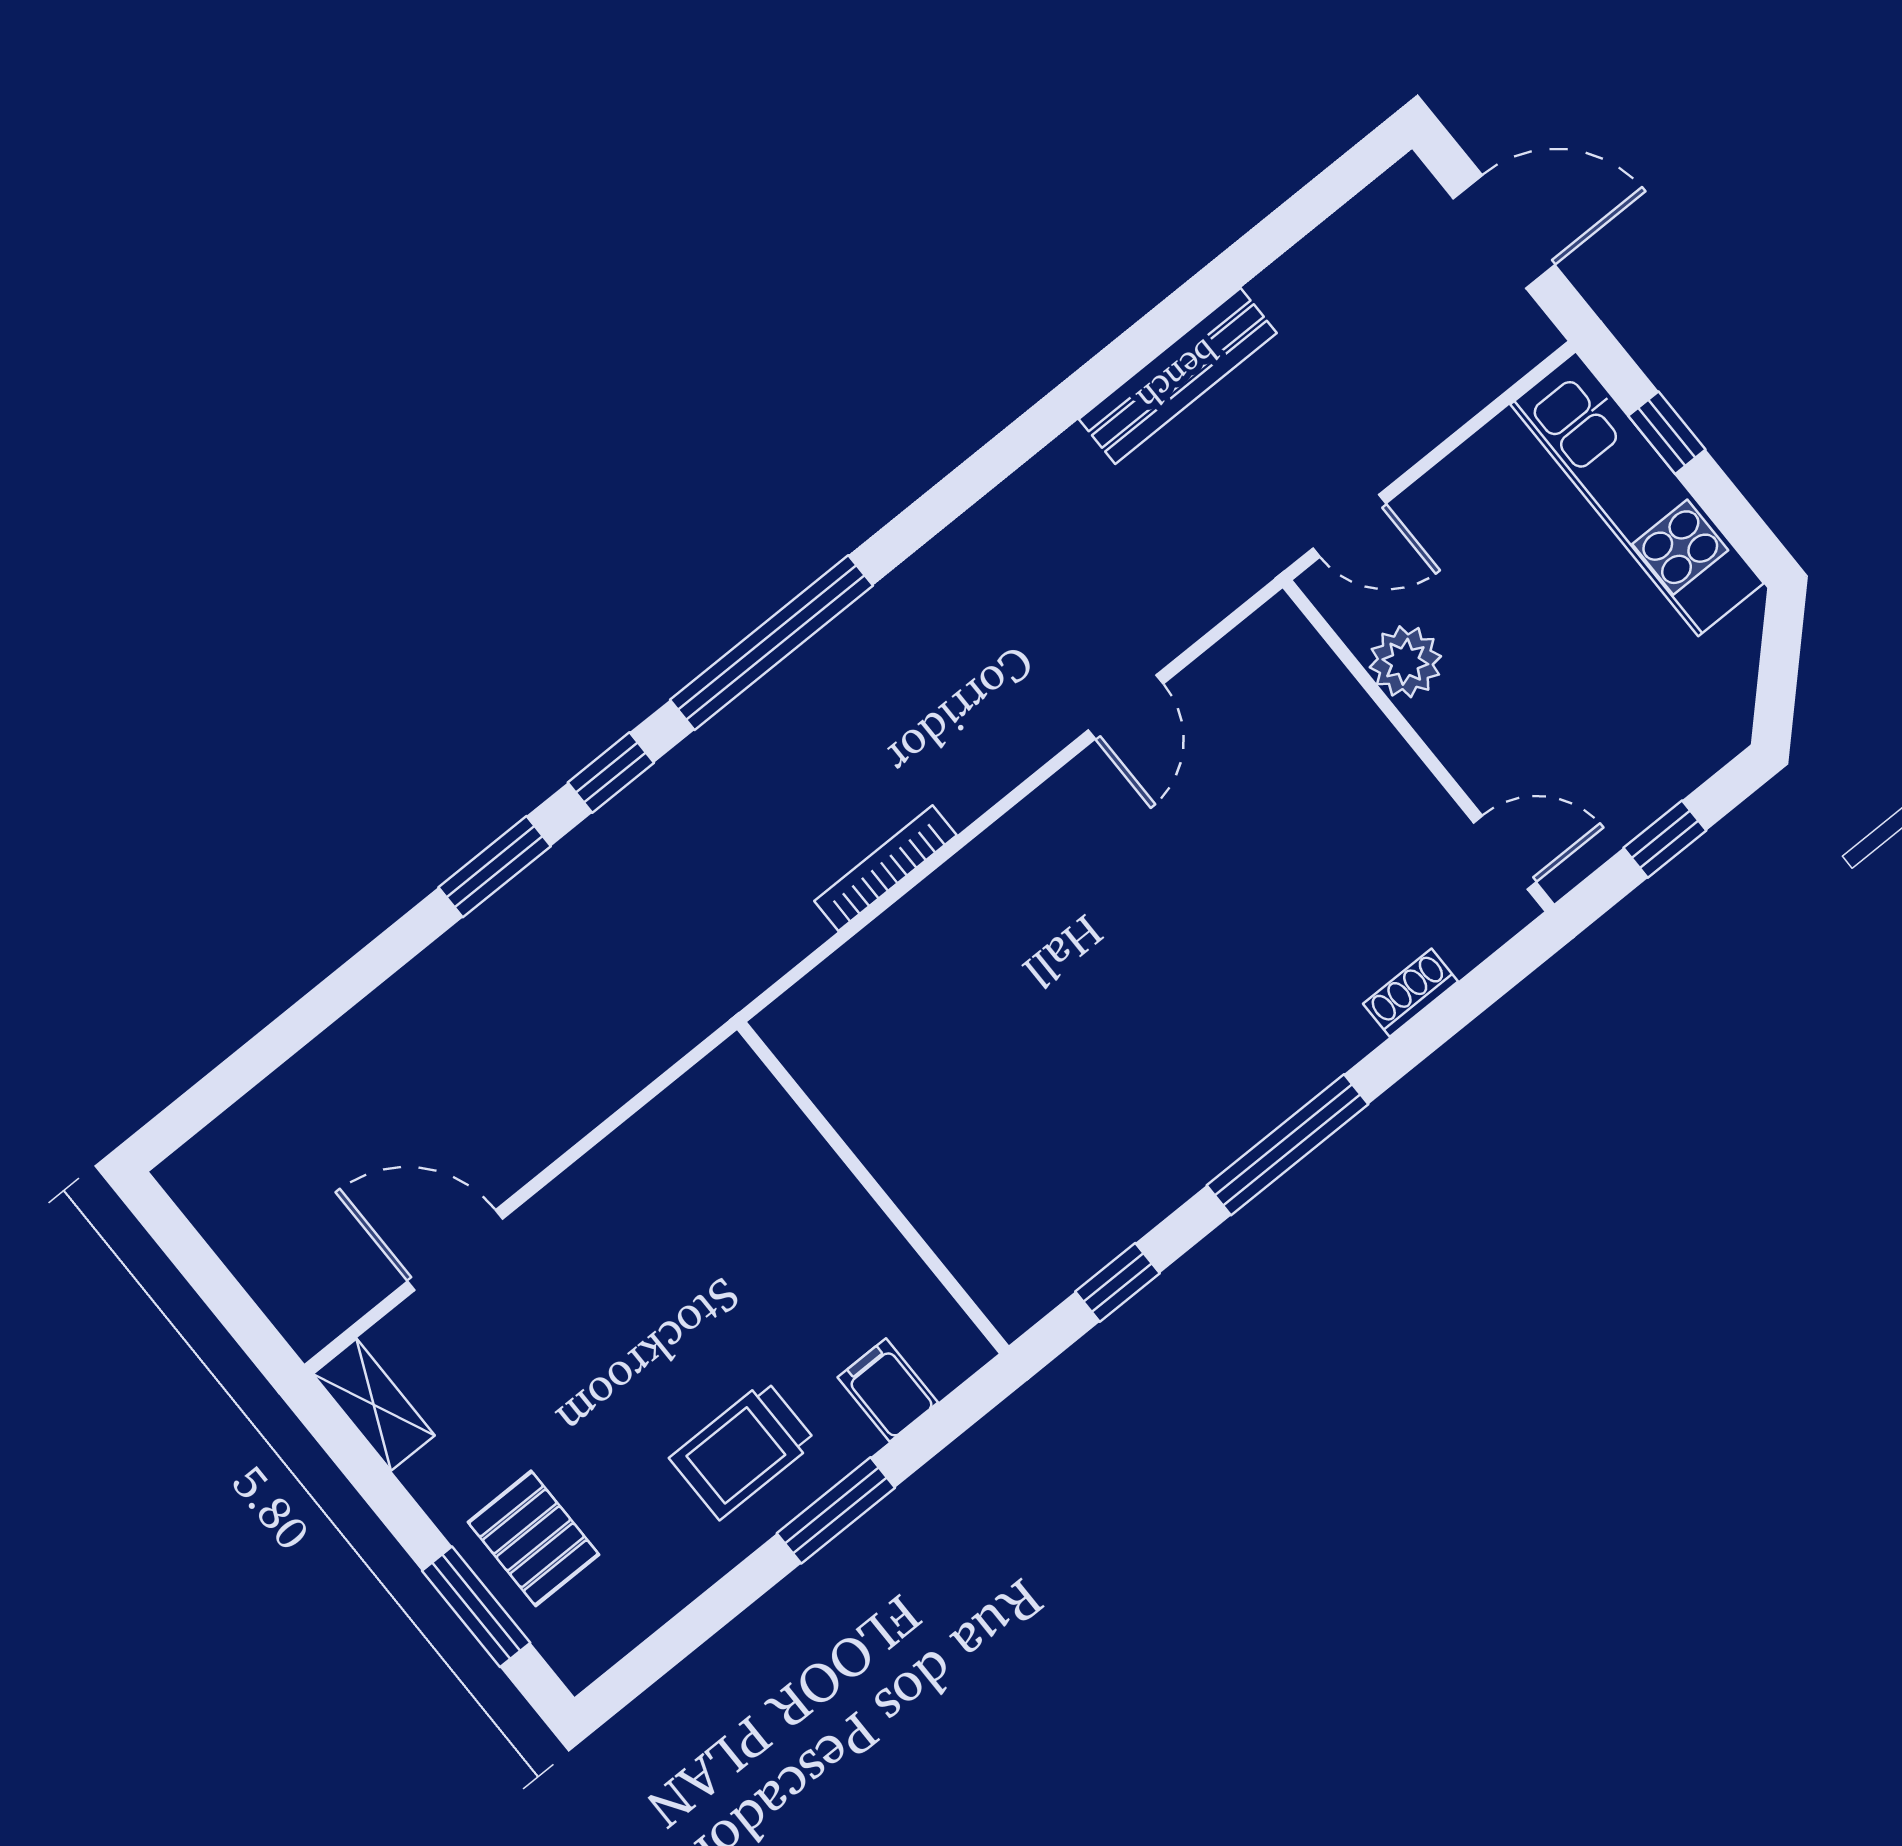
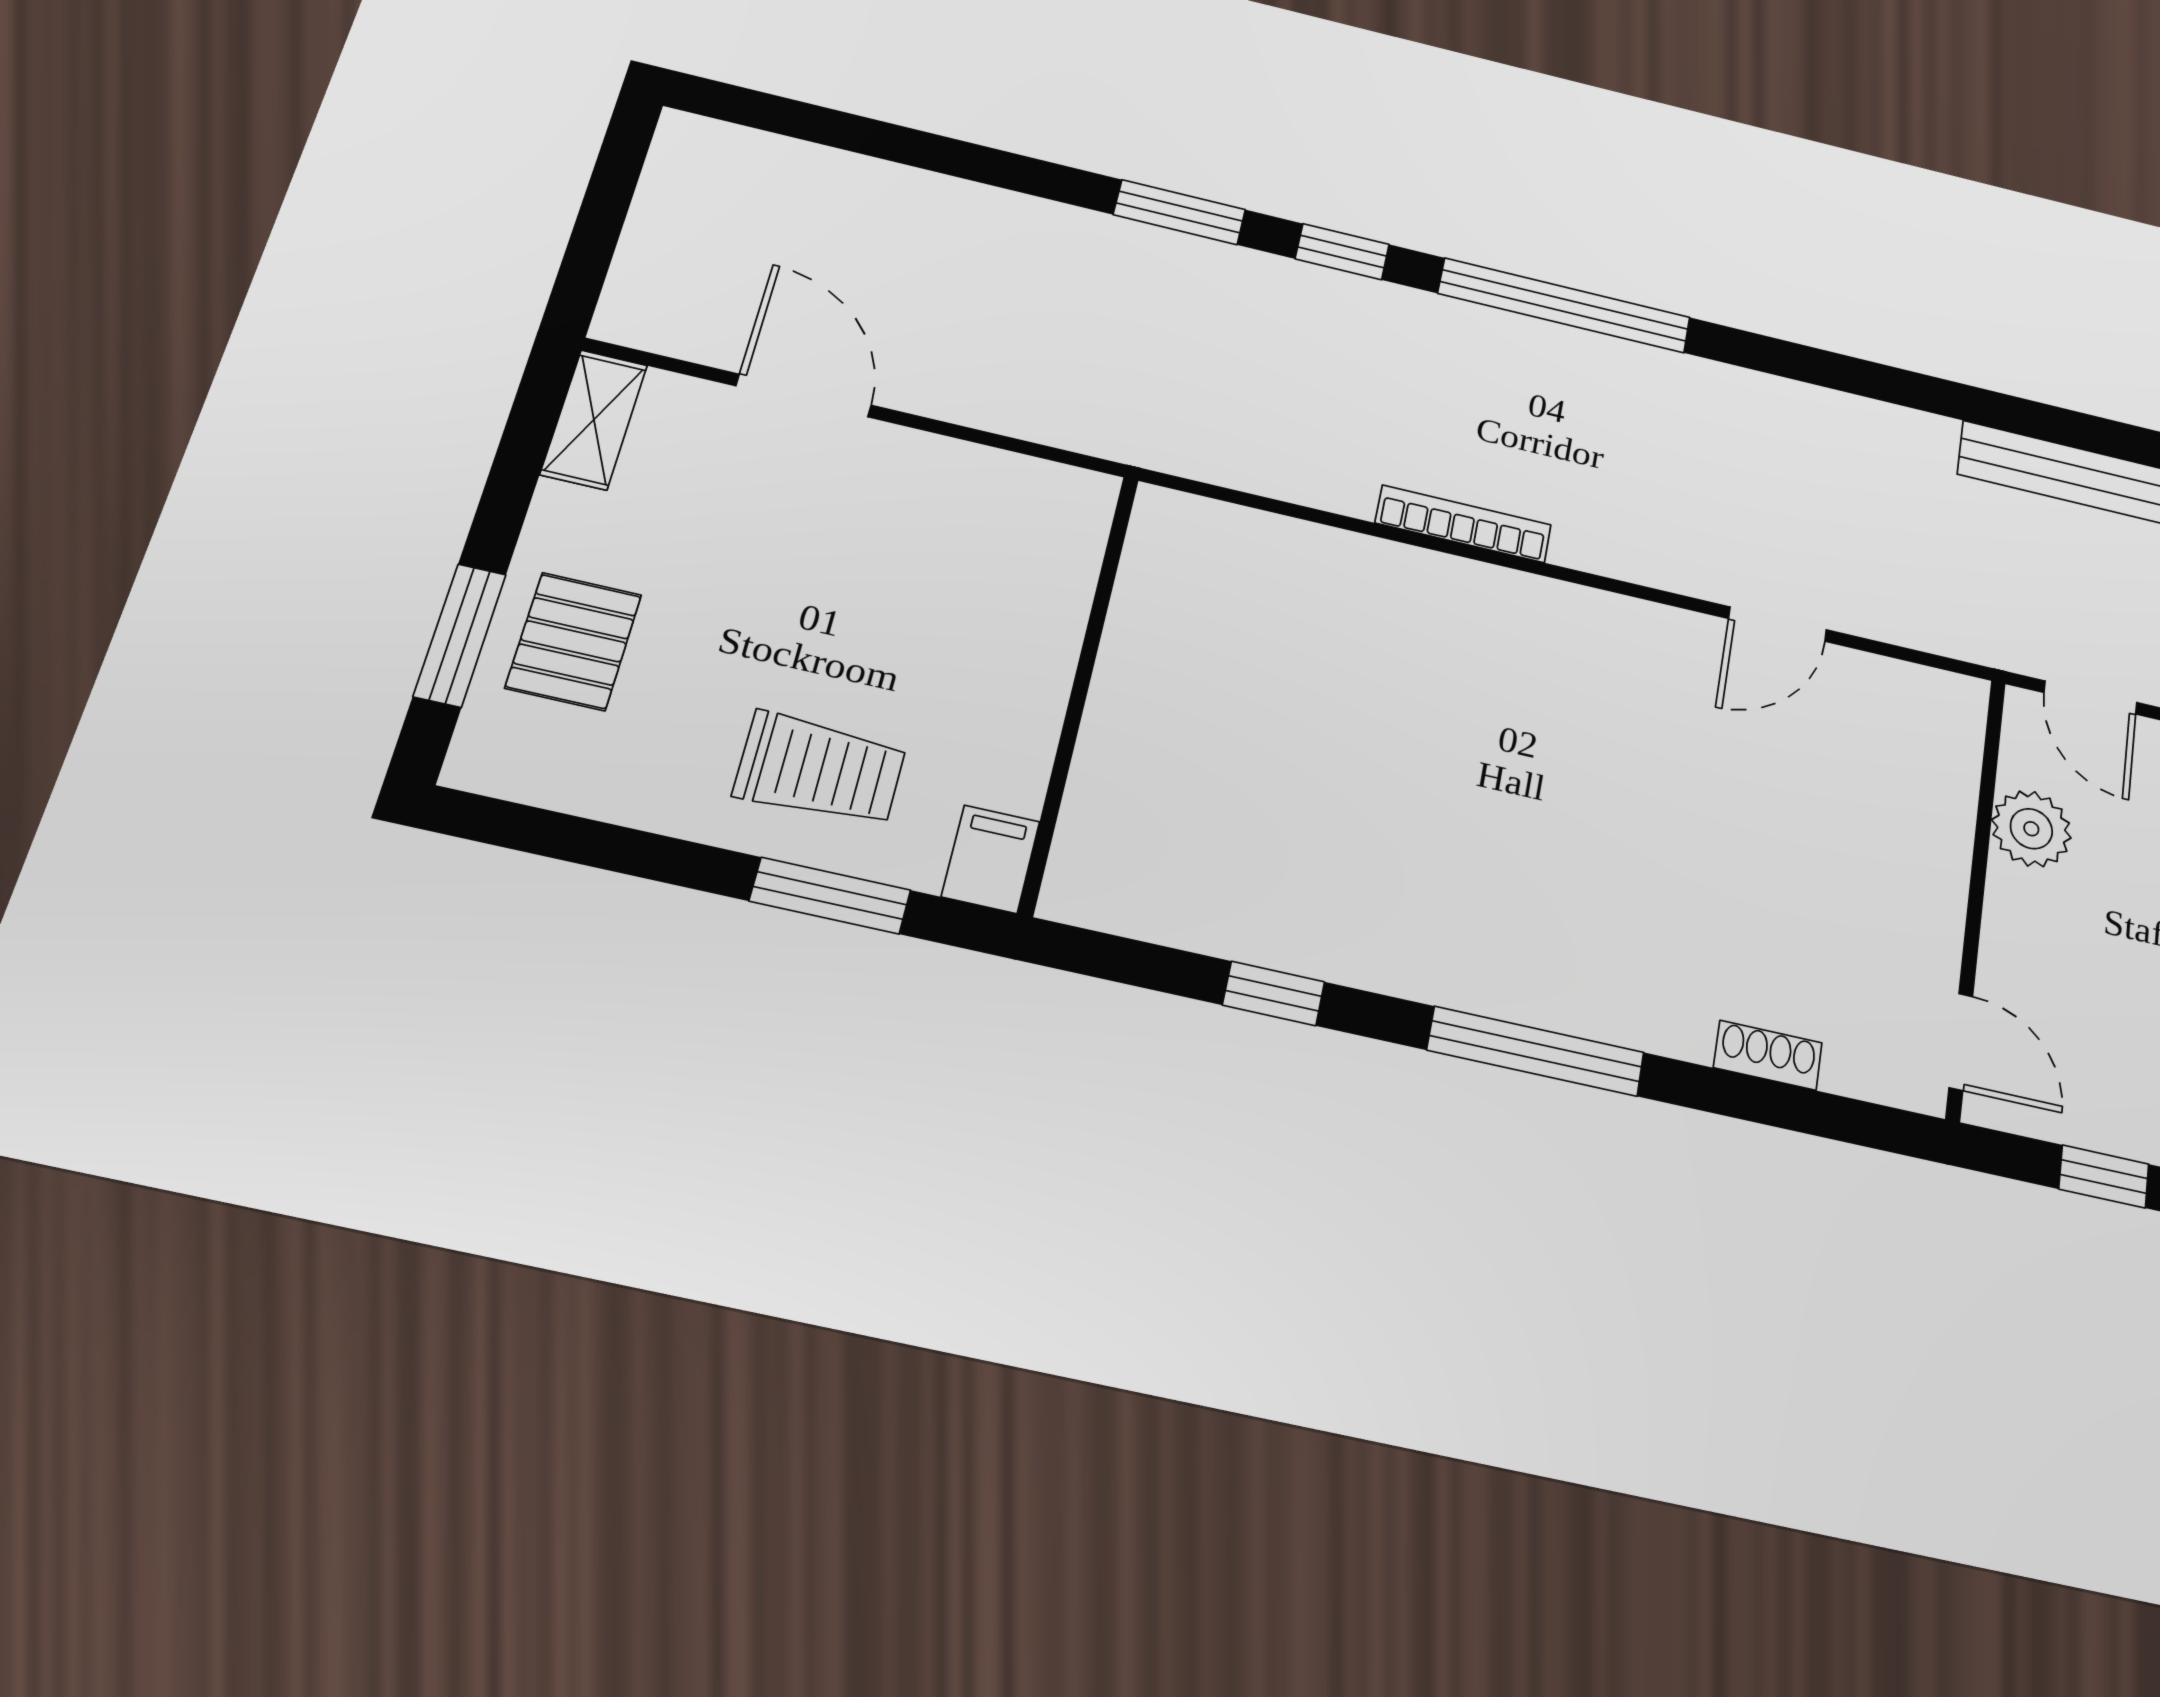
wall: (873, 1188) -> (1080, 690), moved
trolley: (743, 1450) -> (820, 769), turned 180

